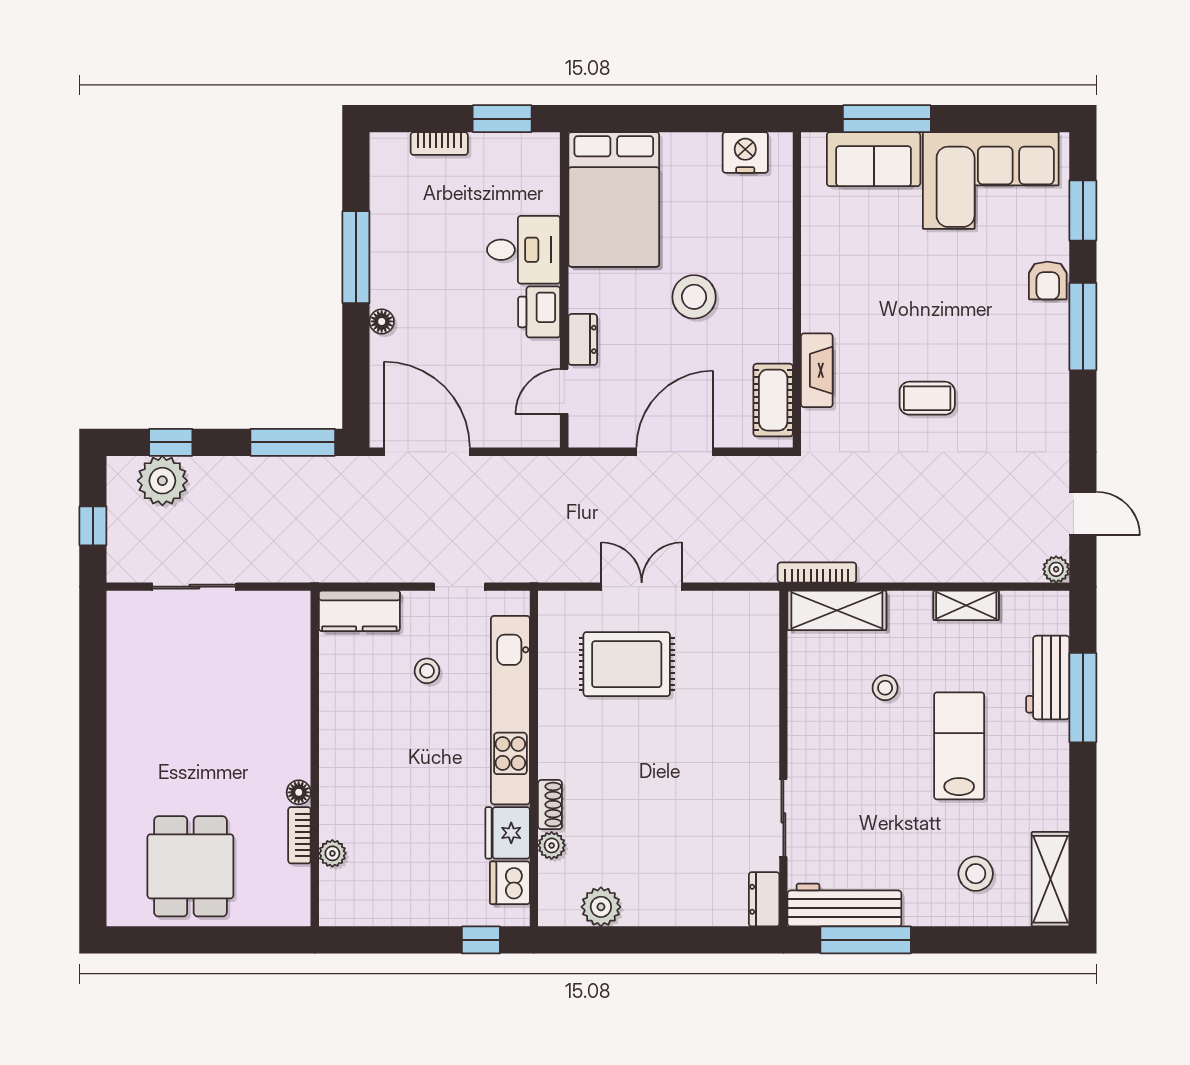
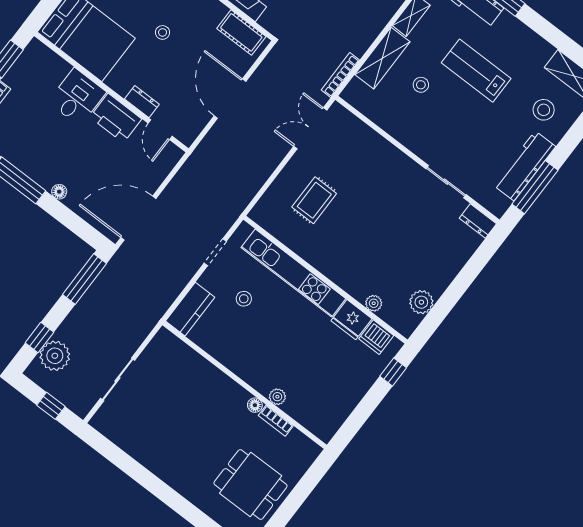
stool: (694, 297) -> (163, 32), width x0.53, depth x0.53
printer: (539, 312) -> (116, 118), width x1.37, depth x1.19
double door: (642, 587) -> (310, 128), moved
shelving: (837, 610) -> (382, 58), moved
rug: (627, 664) -> (314, 200), width x0.73, depth x0.70
shoe rack: (550, 805) -> (353, 289), removed
plant: (332, 853) -> (277, 397), moved
workbench: (844, 905) -> (525, 166), moved

